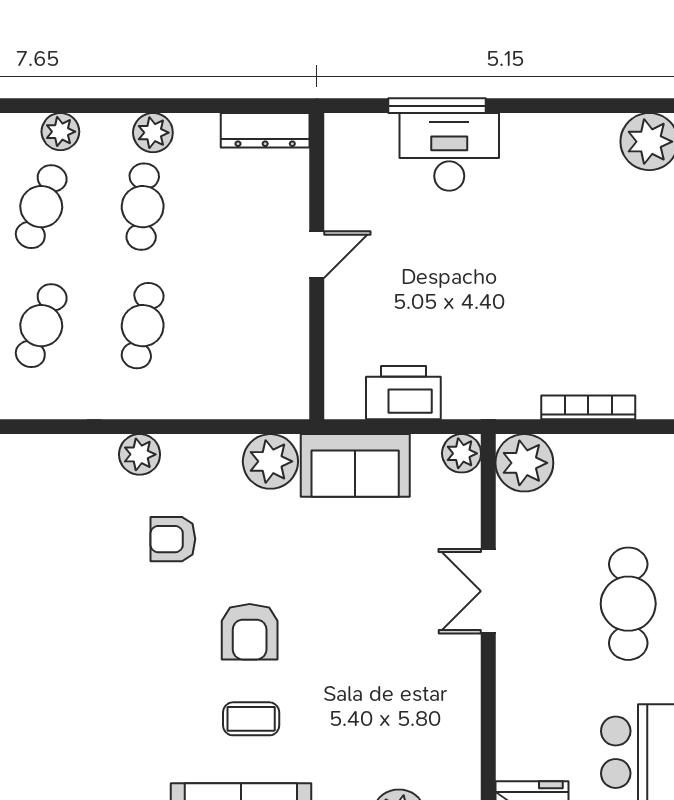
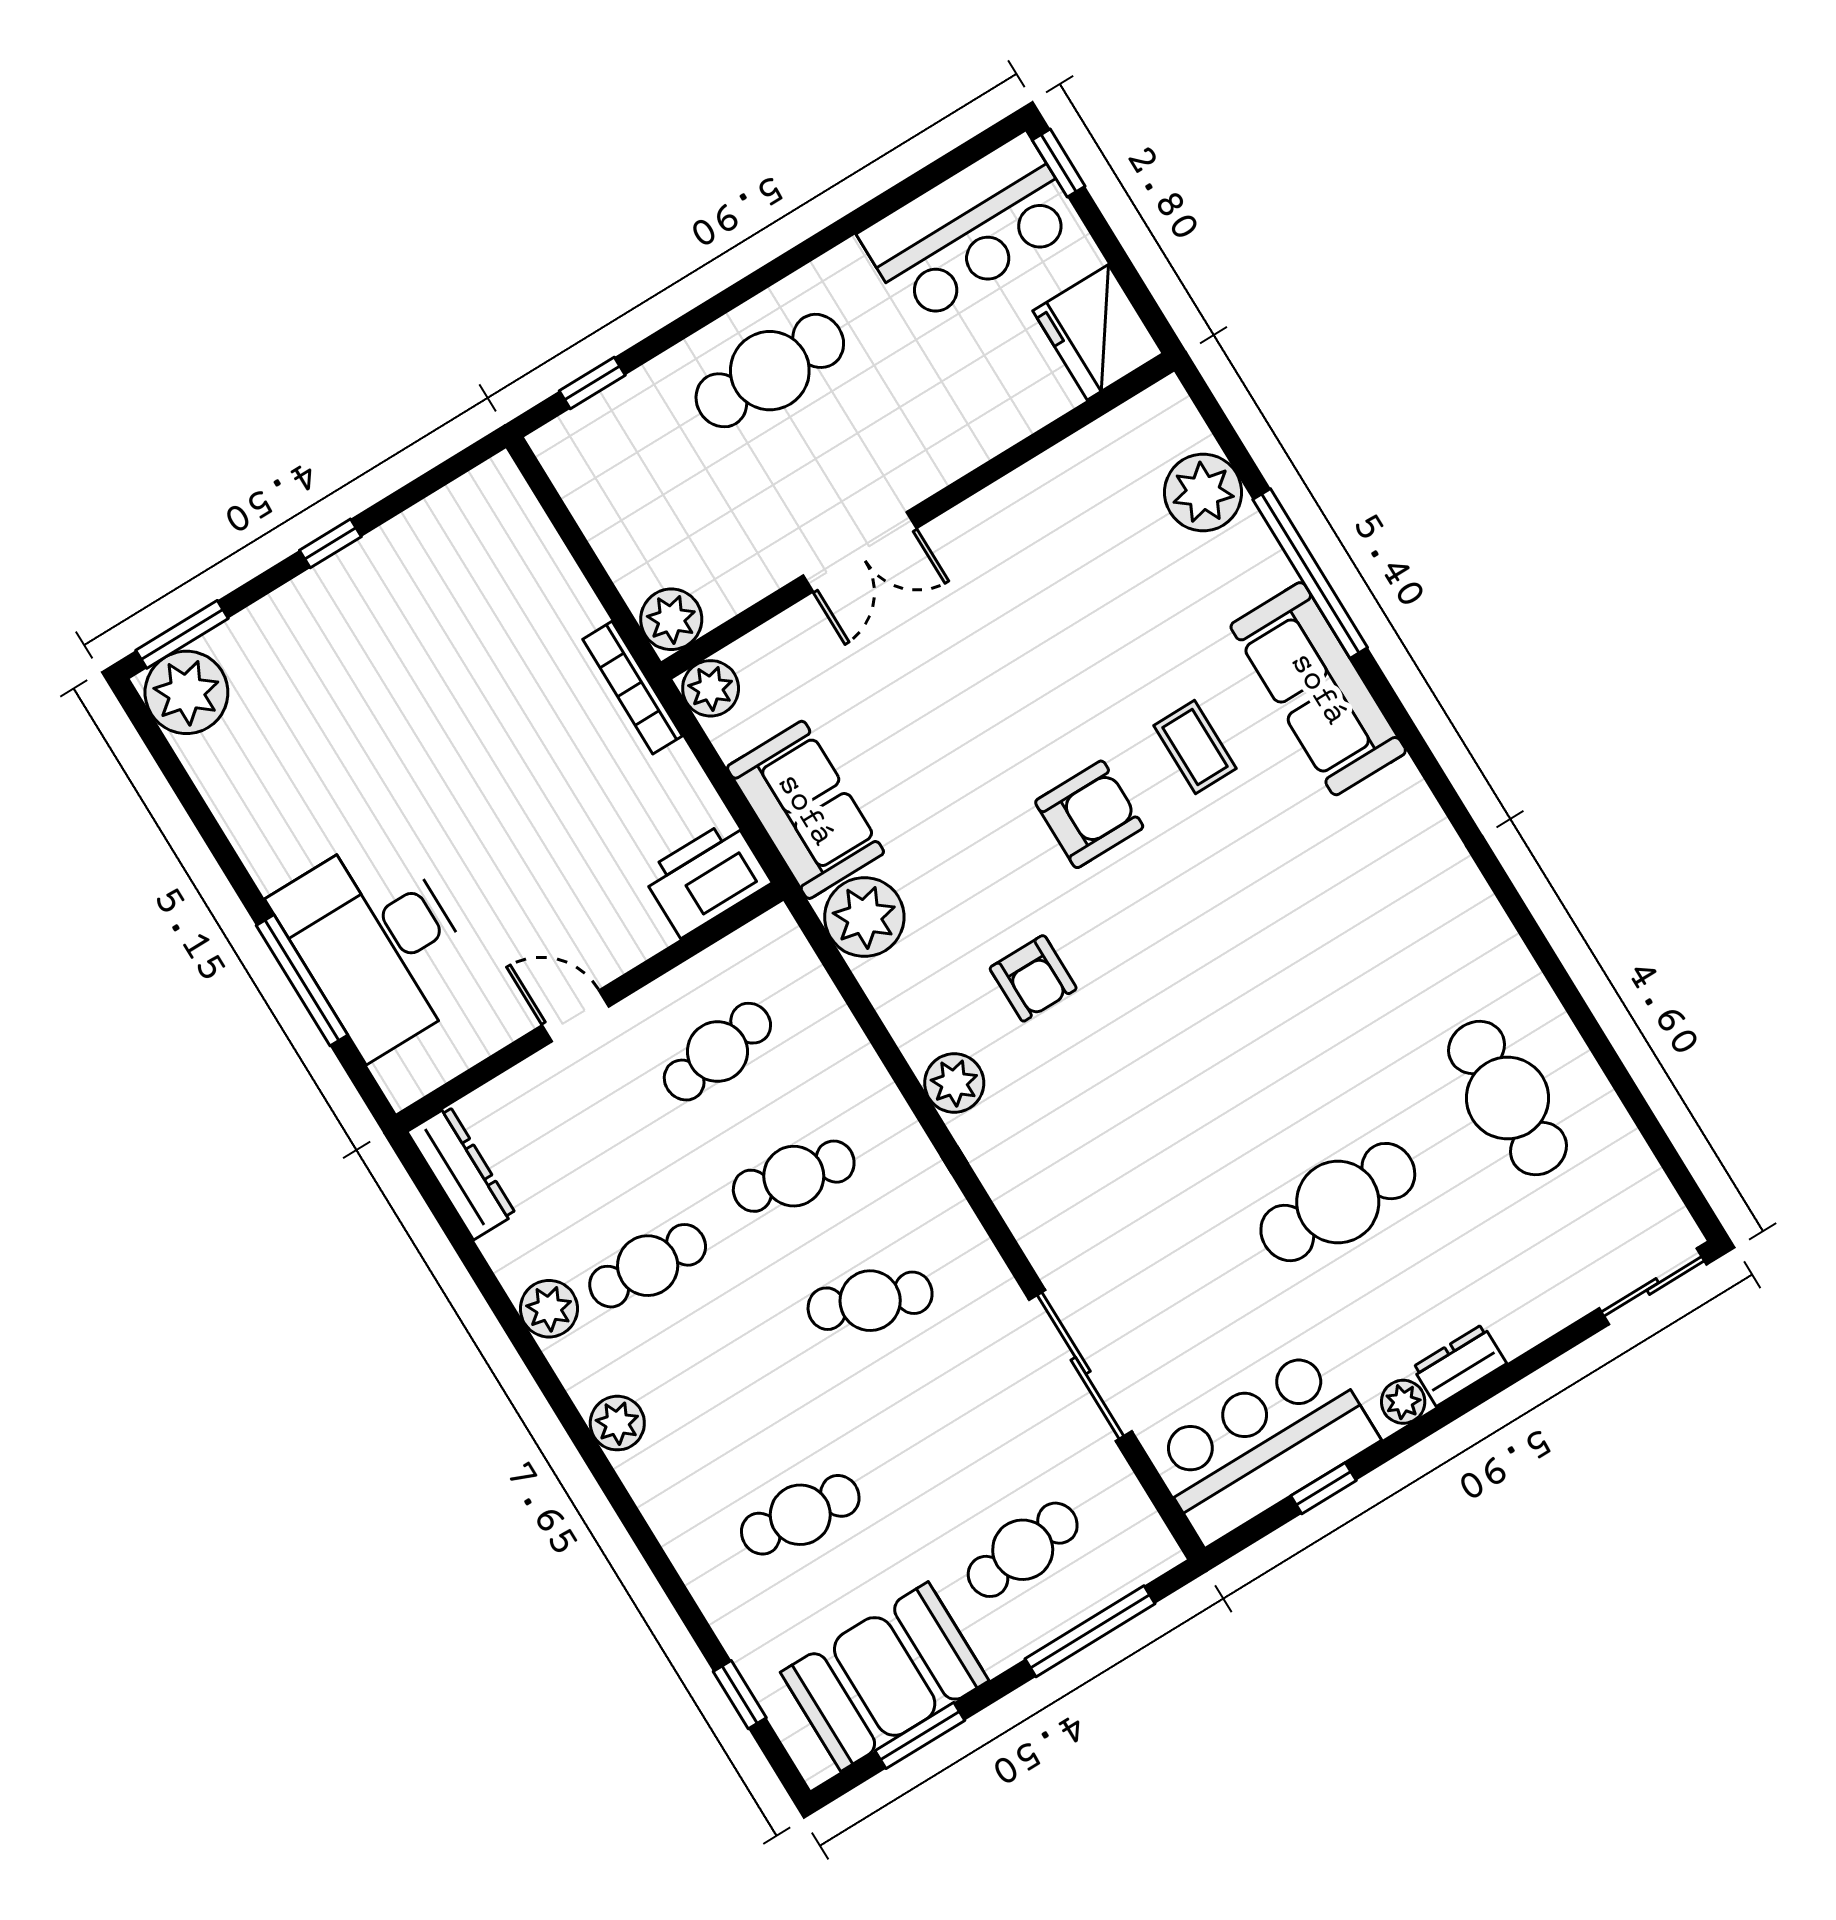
desk: (449, 152) -> (378, 944), width x1.36, depth x1.30
cafe table: (41, 207) -> (717, 1052), moved, turned -30
printer: (403, 393) -> (707, 878), moved, turned 90
bookcase: (588, 407) -> (632, 688), moved
plant: (524, 463) -> (671, 619), width x0.73, depth x0.73

